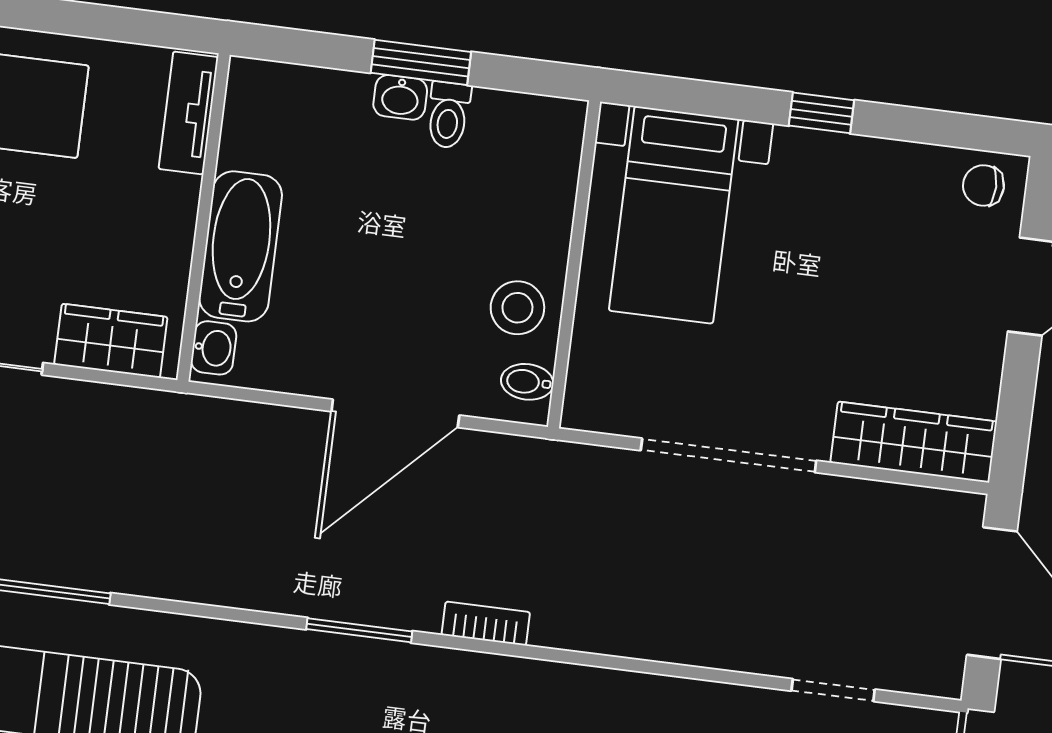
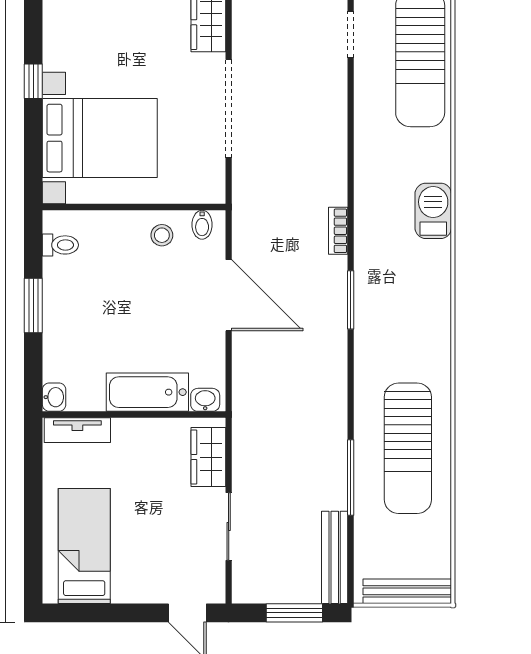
washbasin: (400, 97) -> (54, 397), moved
toilet: (448, 115) -> (60, 245), moved
bed with nightstands: (674, 215) -> (100, 138), width x1.36
stool: (517, 308) -> (162, 235), width x0.73, depth x0.73

